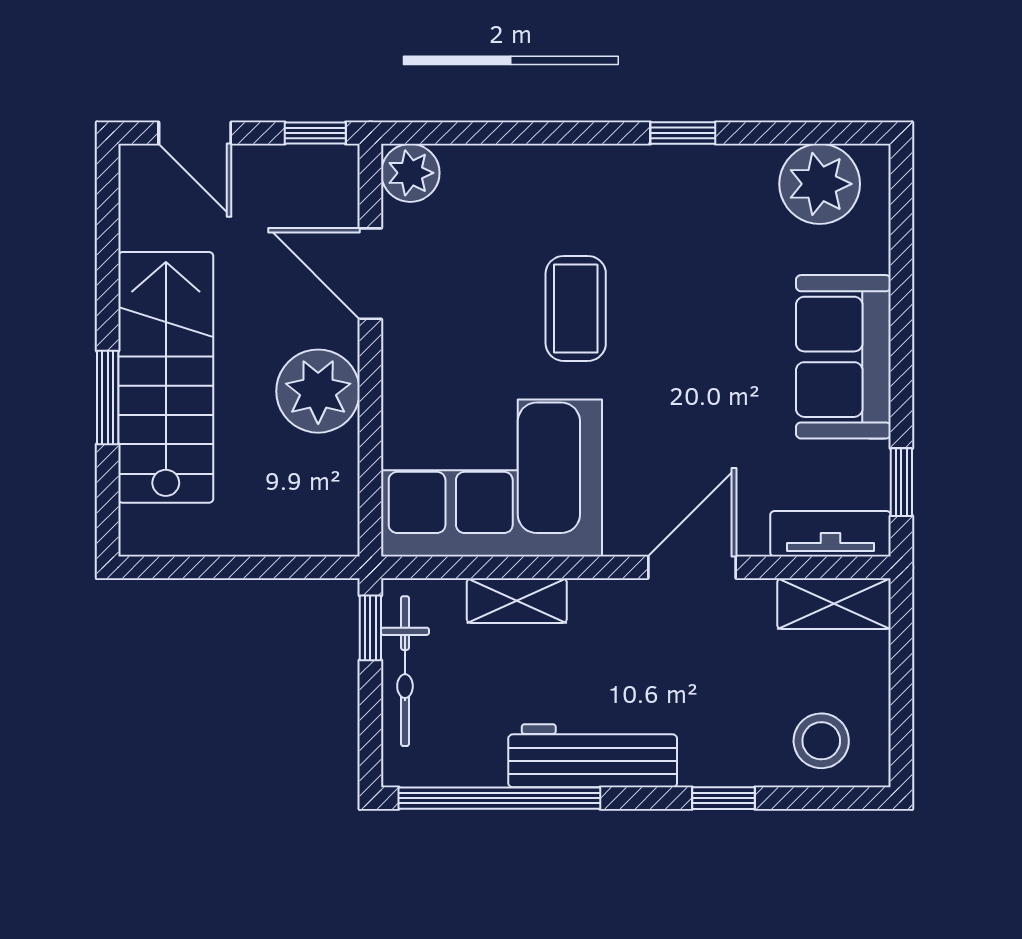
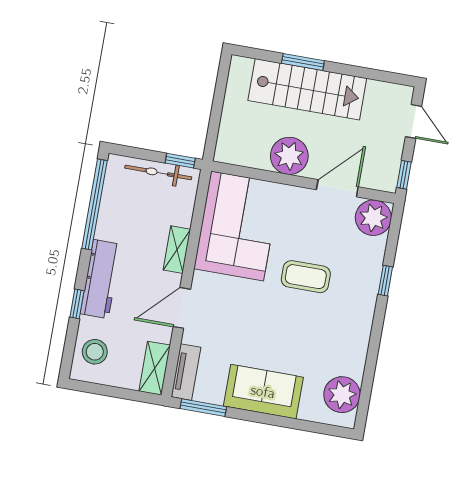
door: (195, 133) -> (413, 121), swing flipped
window: (683, 133) -> (385, 281), moved
plant: (410, 173) -> (373, 218), width x1.36, depth x1.36
window: (901, 482) -> (203, 408), width x1.50
door: (692, 567) -> (182, 308), swing flipped
shelving: (517, 601) -> (177, 250), moved
workbench: (593, 756) -> (101, 279), moved

